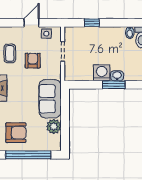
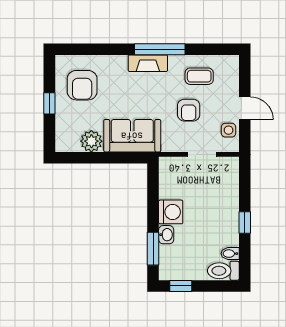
window: (92, 23) -> (245, 222), moved
armchair: (33, 61) -> (189, 110), turned 90
window: (114, 85) -> (153, 249), moved
window: (28, 155) -> (49, 103), width x0.32

